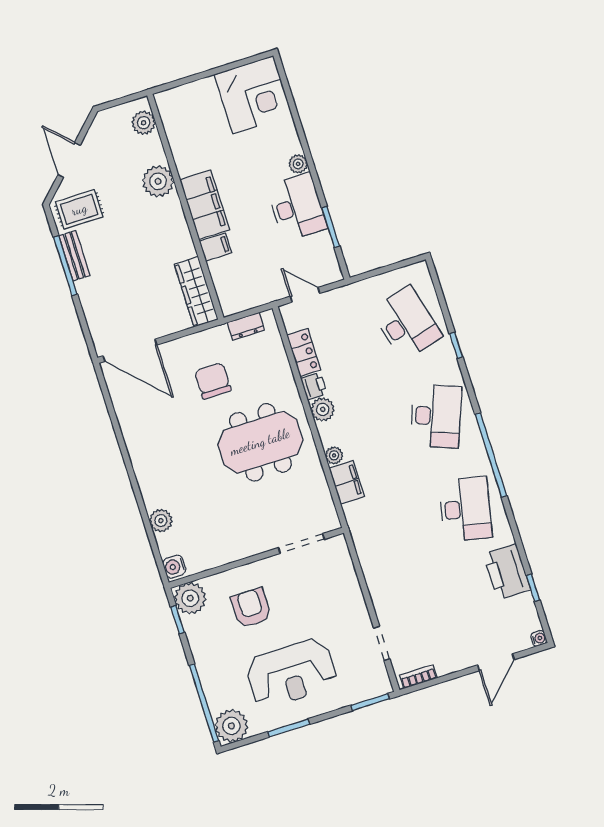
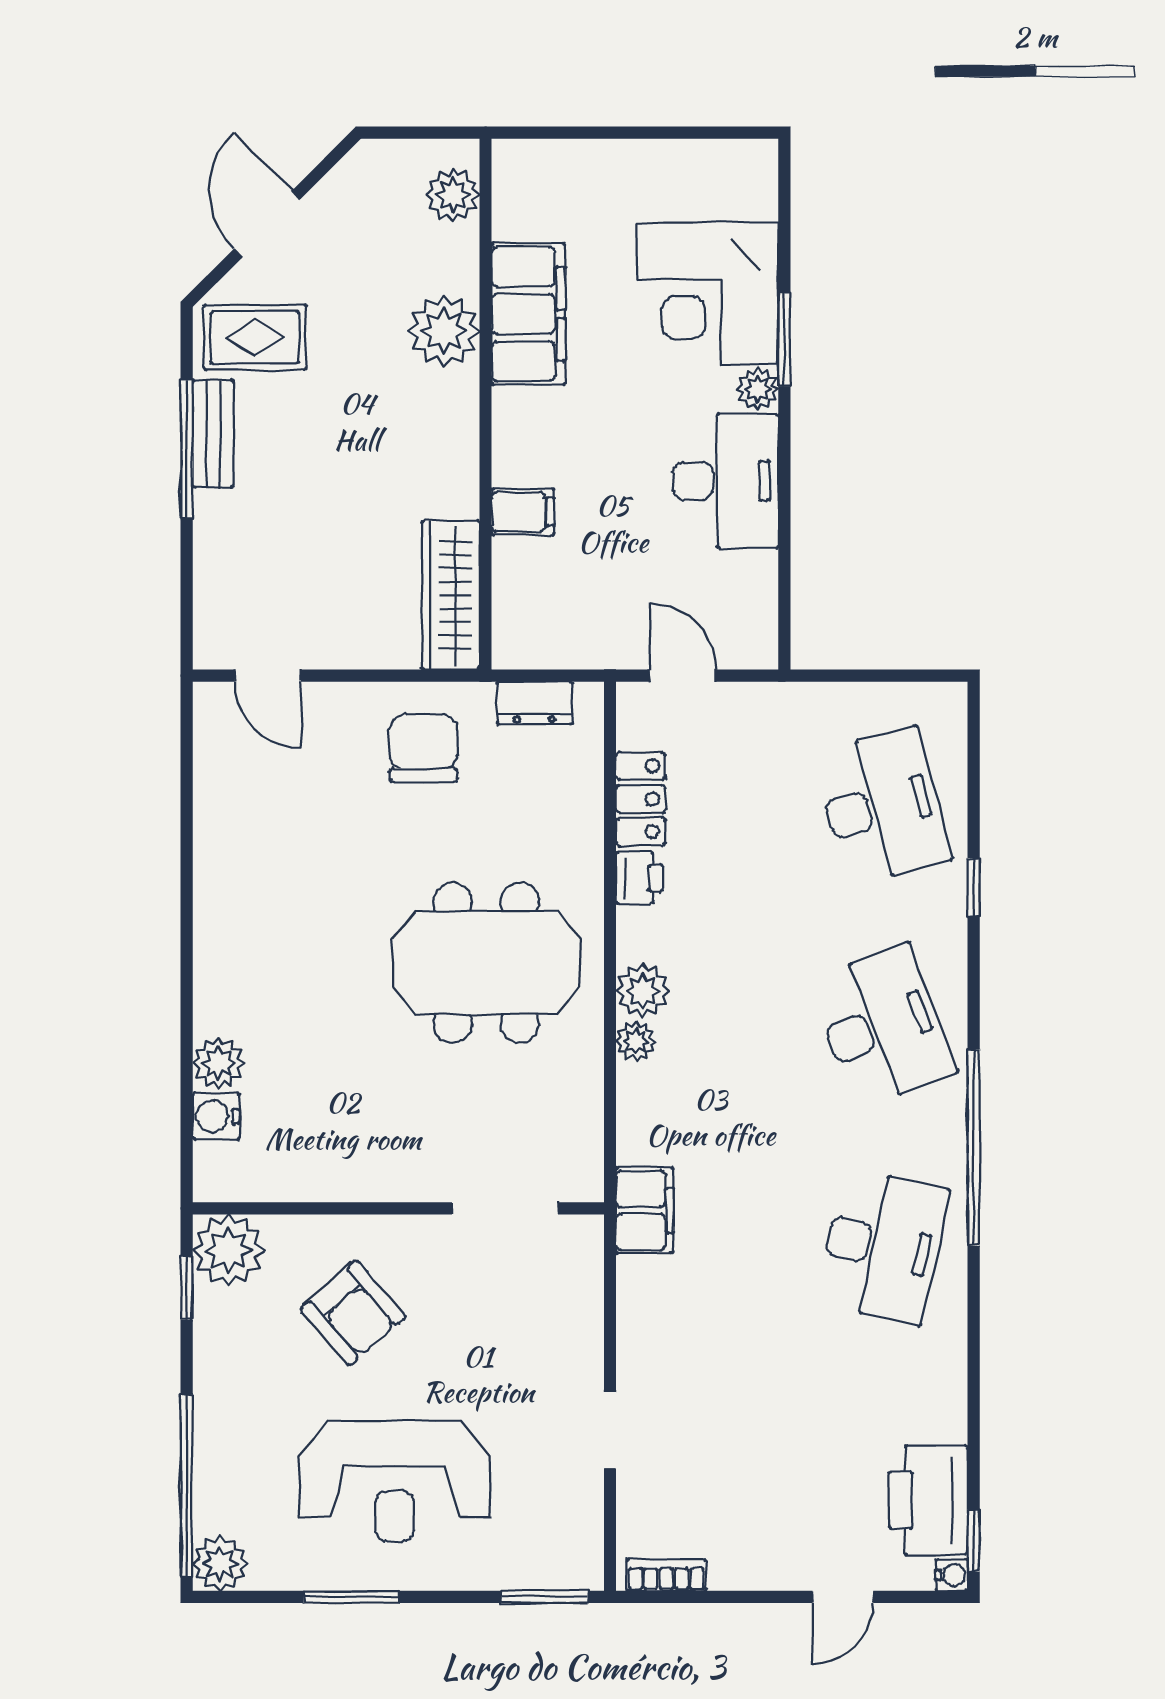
corner desk: (253, 95) -> (708, 293), moved, turned 90
filing cabinet: (205, 205) -> (528, 314), moved
window: (331, 227) -> (784, 339), moved
door: (130, 350) -> (268, 676), width x0.53
chair: (213, 381) -> (423, 748), moved
plant: (323, 409) -> (643, 991), moved
desk: (436, 416) -> (882, 1026), turned -42
filing cabinet: (347, 482) -> (645, 1210), moved
water cooler: (174, 567) -> (216, 1116), moved
printer: (507, 572) -> (928, 1500), moved
window: (533, 588) -> (974, 1541), moved
armchair: (251, 608) -> (353, 1313), turned 139
doorway: (382, 643) -> (610, 1430), moved
door: (496, 662) -> (843, 1597), width x0.73
plant: (231, 726) -> (220, 1563), width x0.73, depth x0.73

